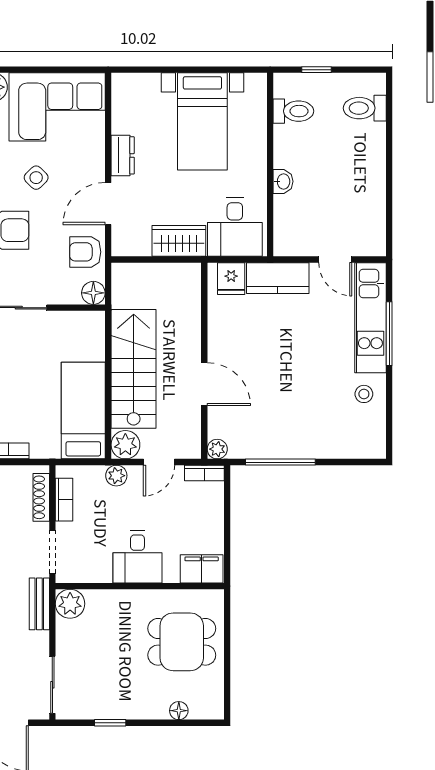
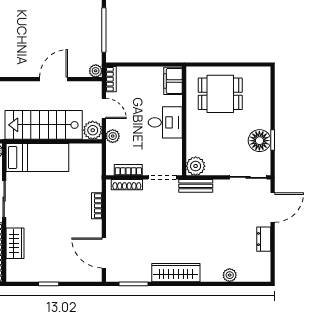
bed: (83, 411) -> (37, 157), moved, turned 180
dining table: (182, 642) -> (220, 94), turned 90
floor lamp: (179, 711) -> (259, 141), moved, width x1.89, depth x1.89

